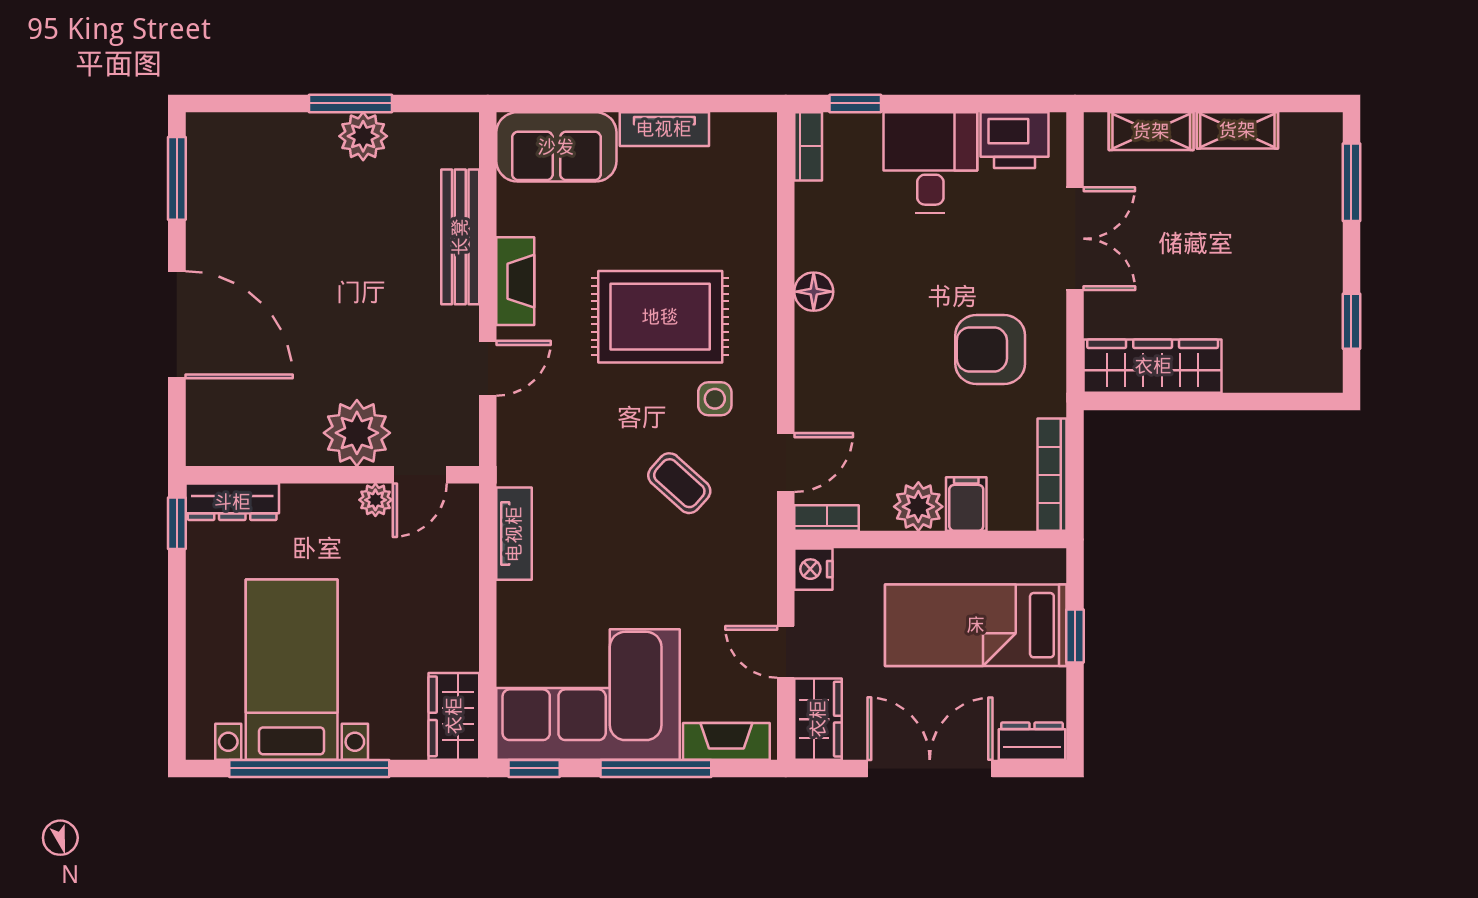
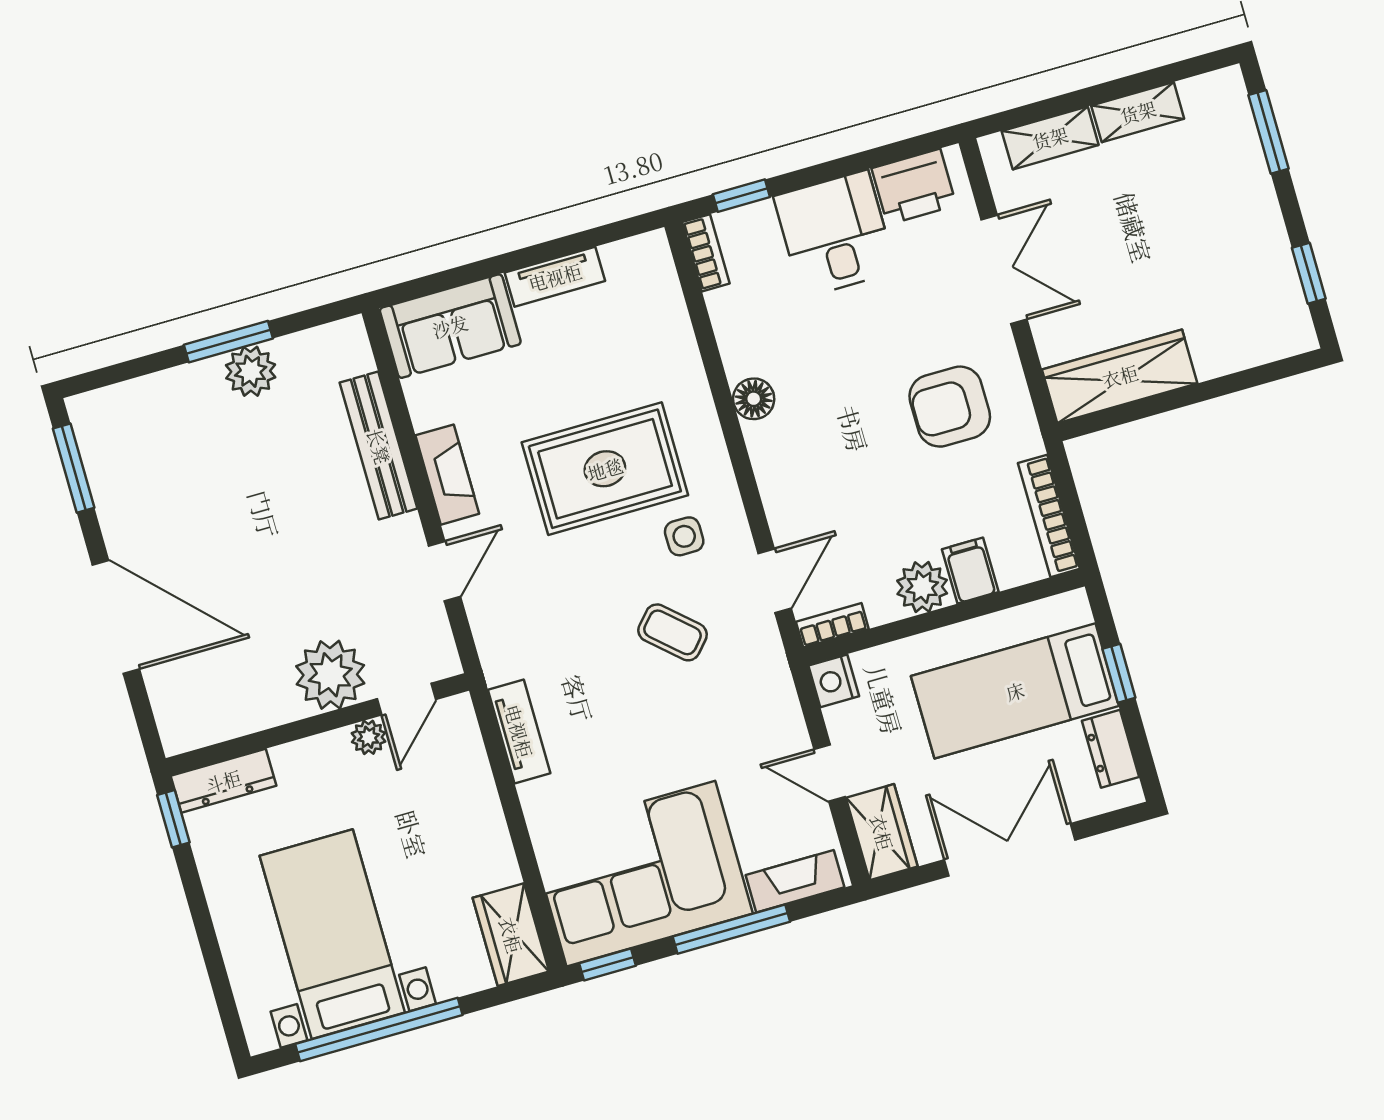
dresser: (1032, 741) -> (1111, 749), moved, turned -90

